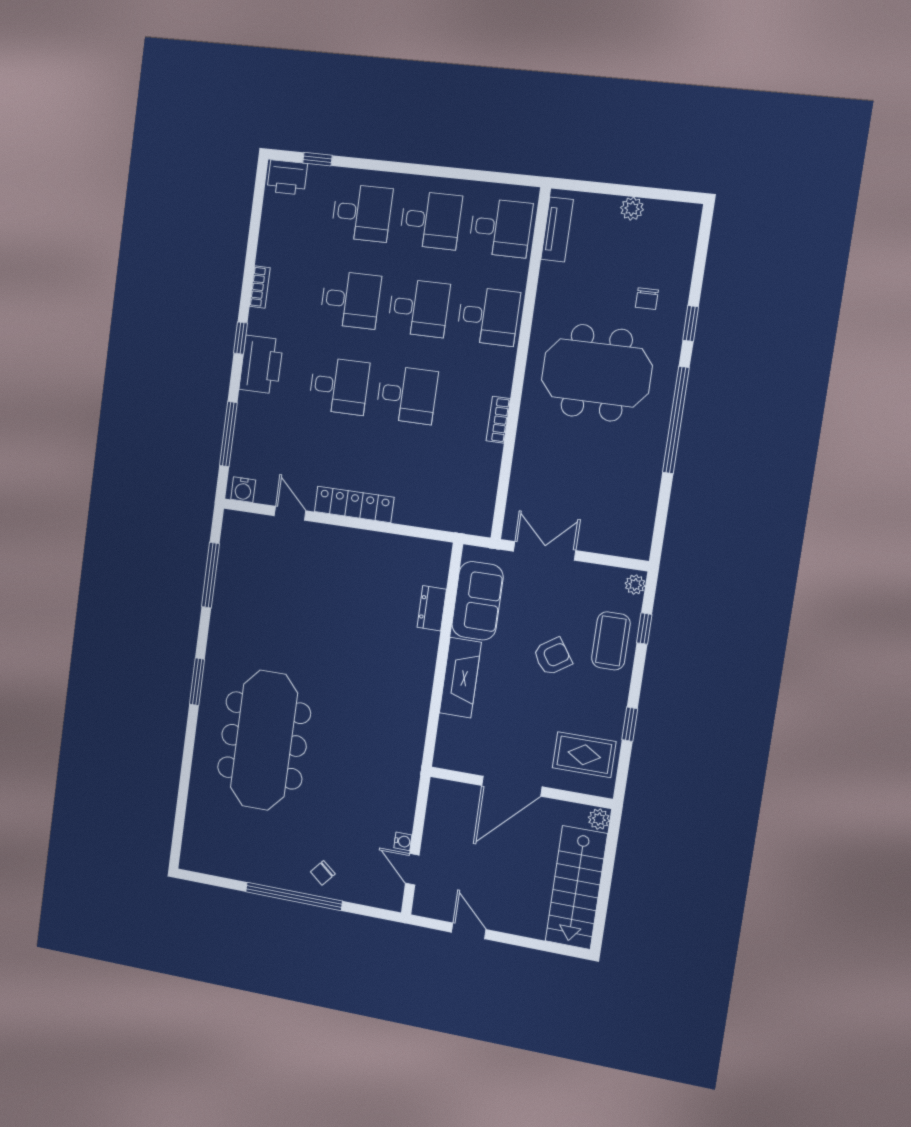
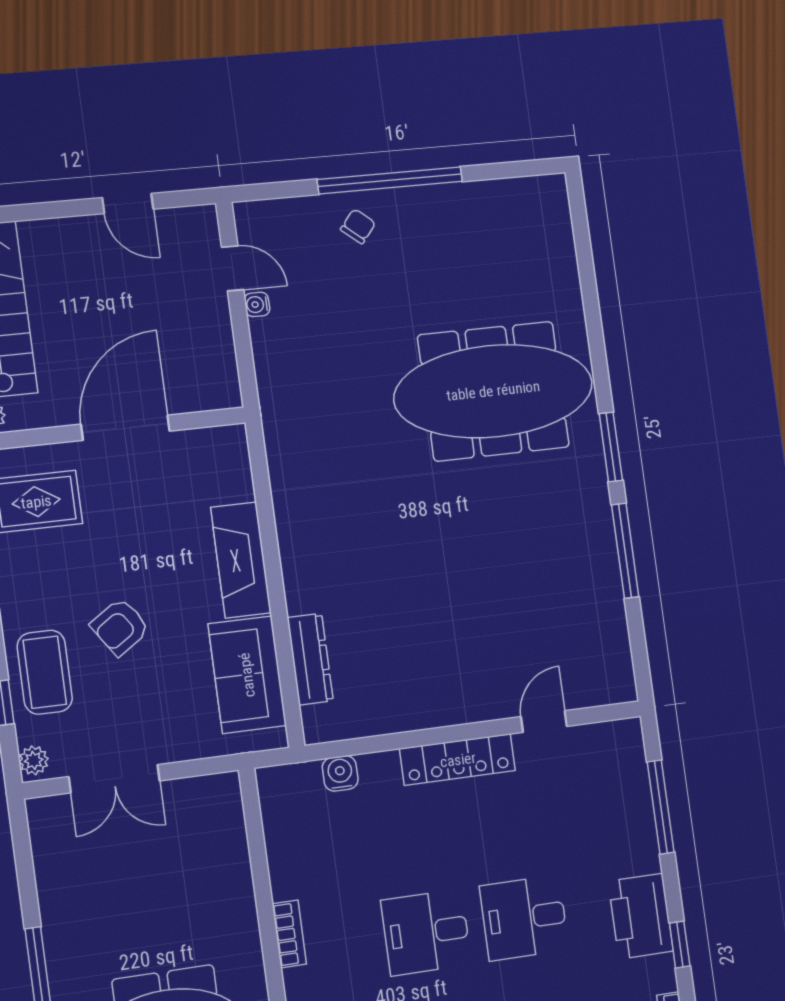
water cooler: (243, 490) -> (340, 773), moved
door: (290, 513) -> (544, 722), swing flipped
double door: (544, 551) -> (114, 779), moved
window: (210, 575) -> (625, 551), moved
dresser: (432, 608) -> (310, 659), width x1.44
meeting table: (264, 740) -> (493, 391), turned 90

